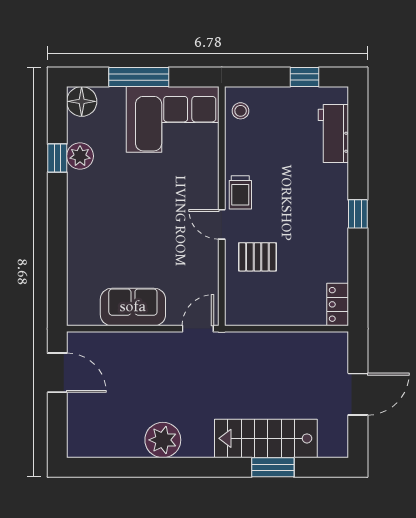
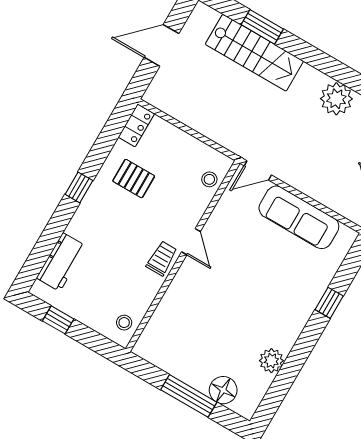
floor lamp: (82, 101) -> (223, 390), moved
corner sofa: (173, 119) -> (182, 347), removed
window: (57, 158) -> (329, 303), moved
pallet: (257, 257) -> (134, 179), moved
stool: (239, 294) -> (209, 179), added
sofa: (133, 307) -> (299, 217), width x1.36

